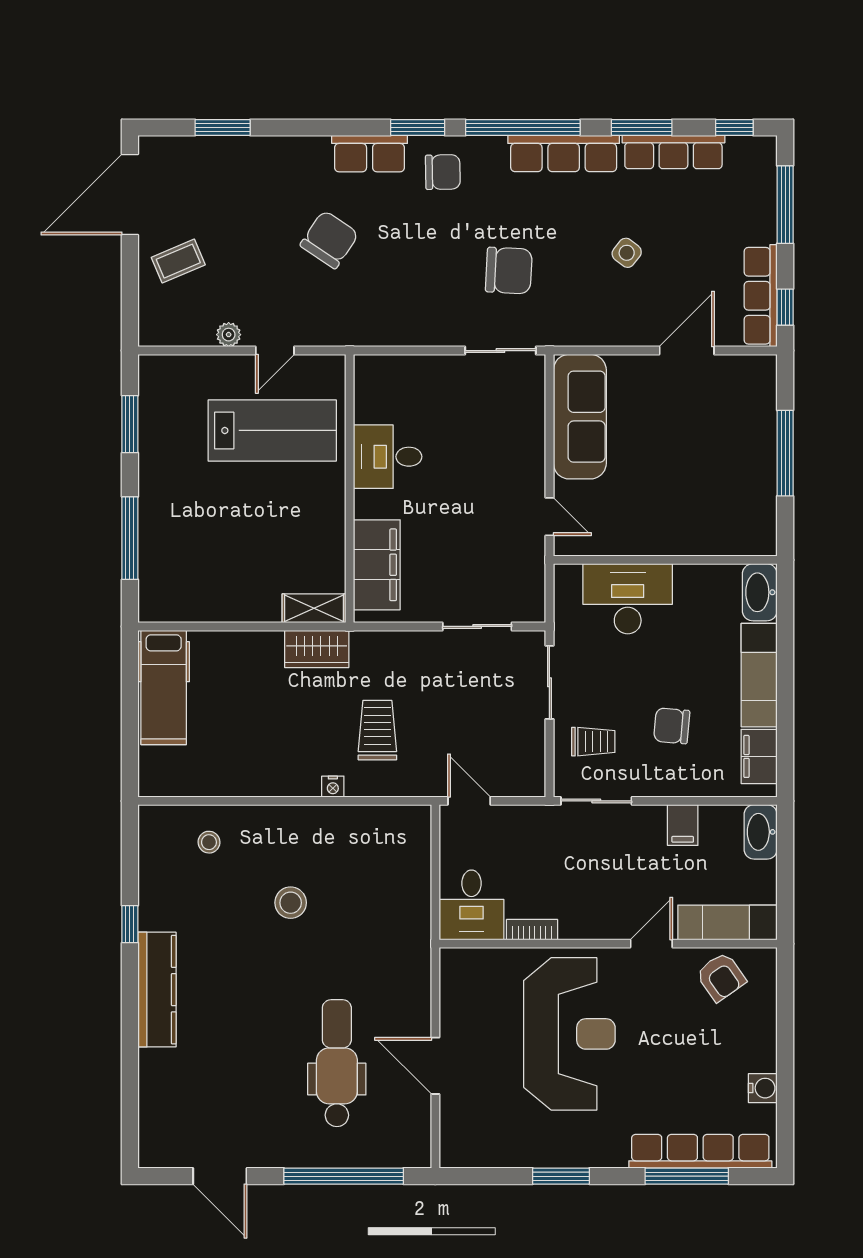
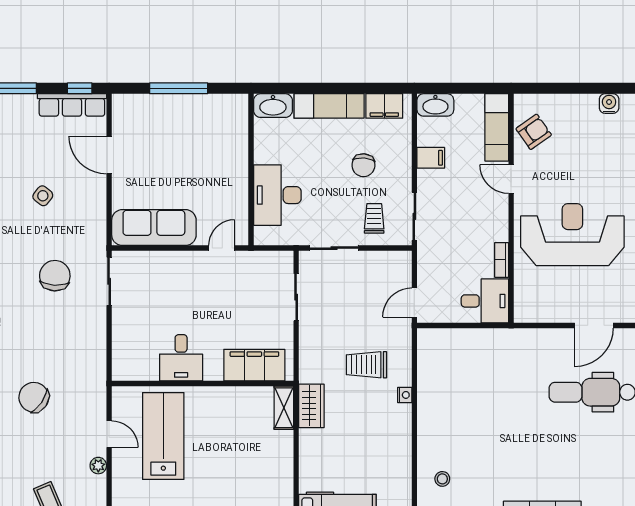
stool: (291, 903) -> (483, 424), removed

